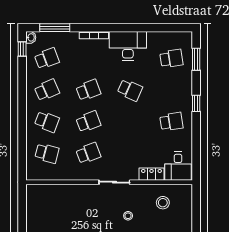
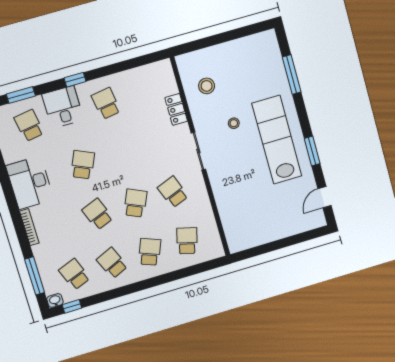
school desk: (88, 122) -> (135, 203), turned 45
desk: (178, 166) -> (63, 107), moved, turned -90

